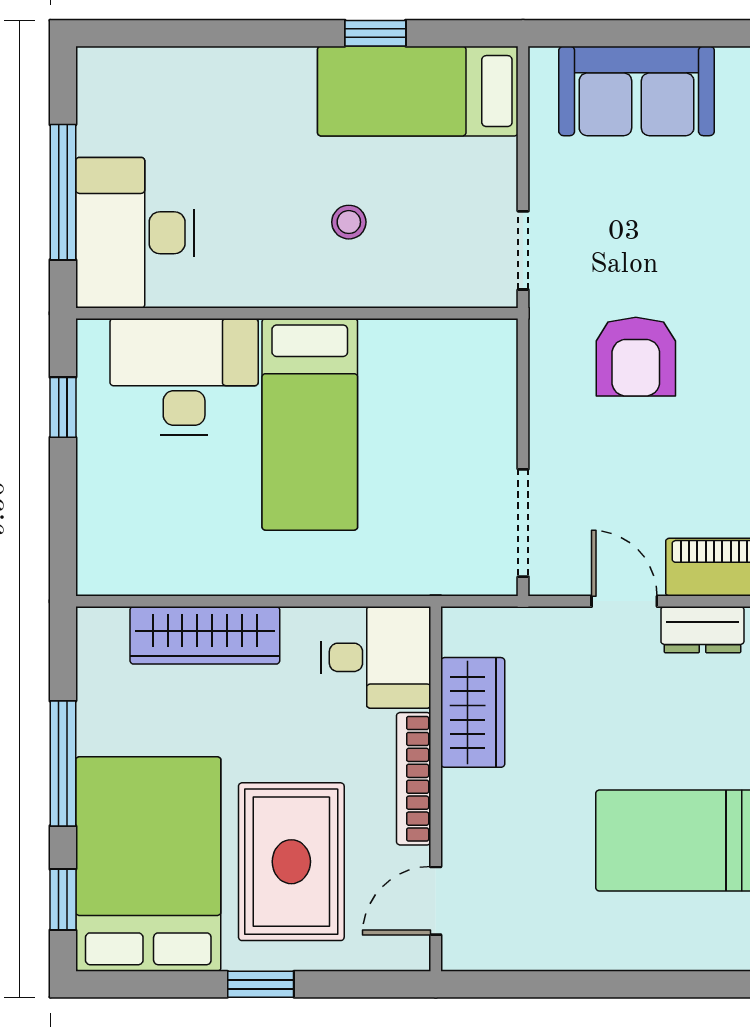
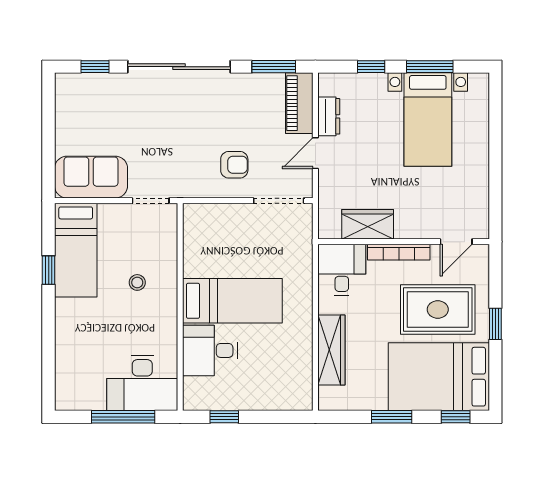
sofa: (637, 91) -> (91, 177), moved, turned -90
armchair: (636, 357) -> (234, 165), moved, width x0.72, depth x0.72
desk: (184, 377) -> (210, 350), width x0.73
window: (63, 763) -> (392, 417), width x0.69
door: (436, 901) -> (456, 242), hinge flipped

